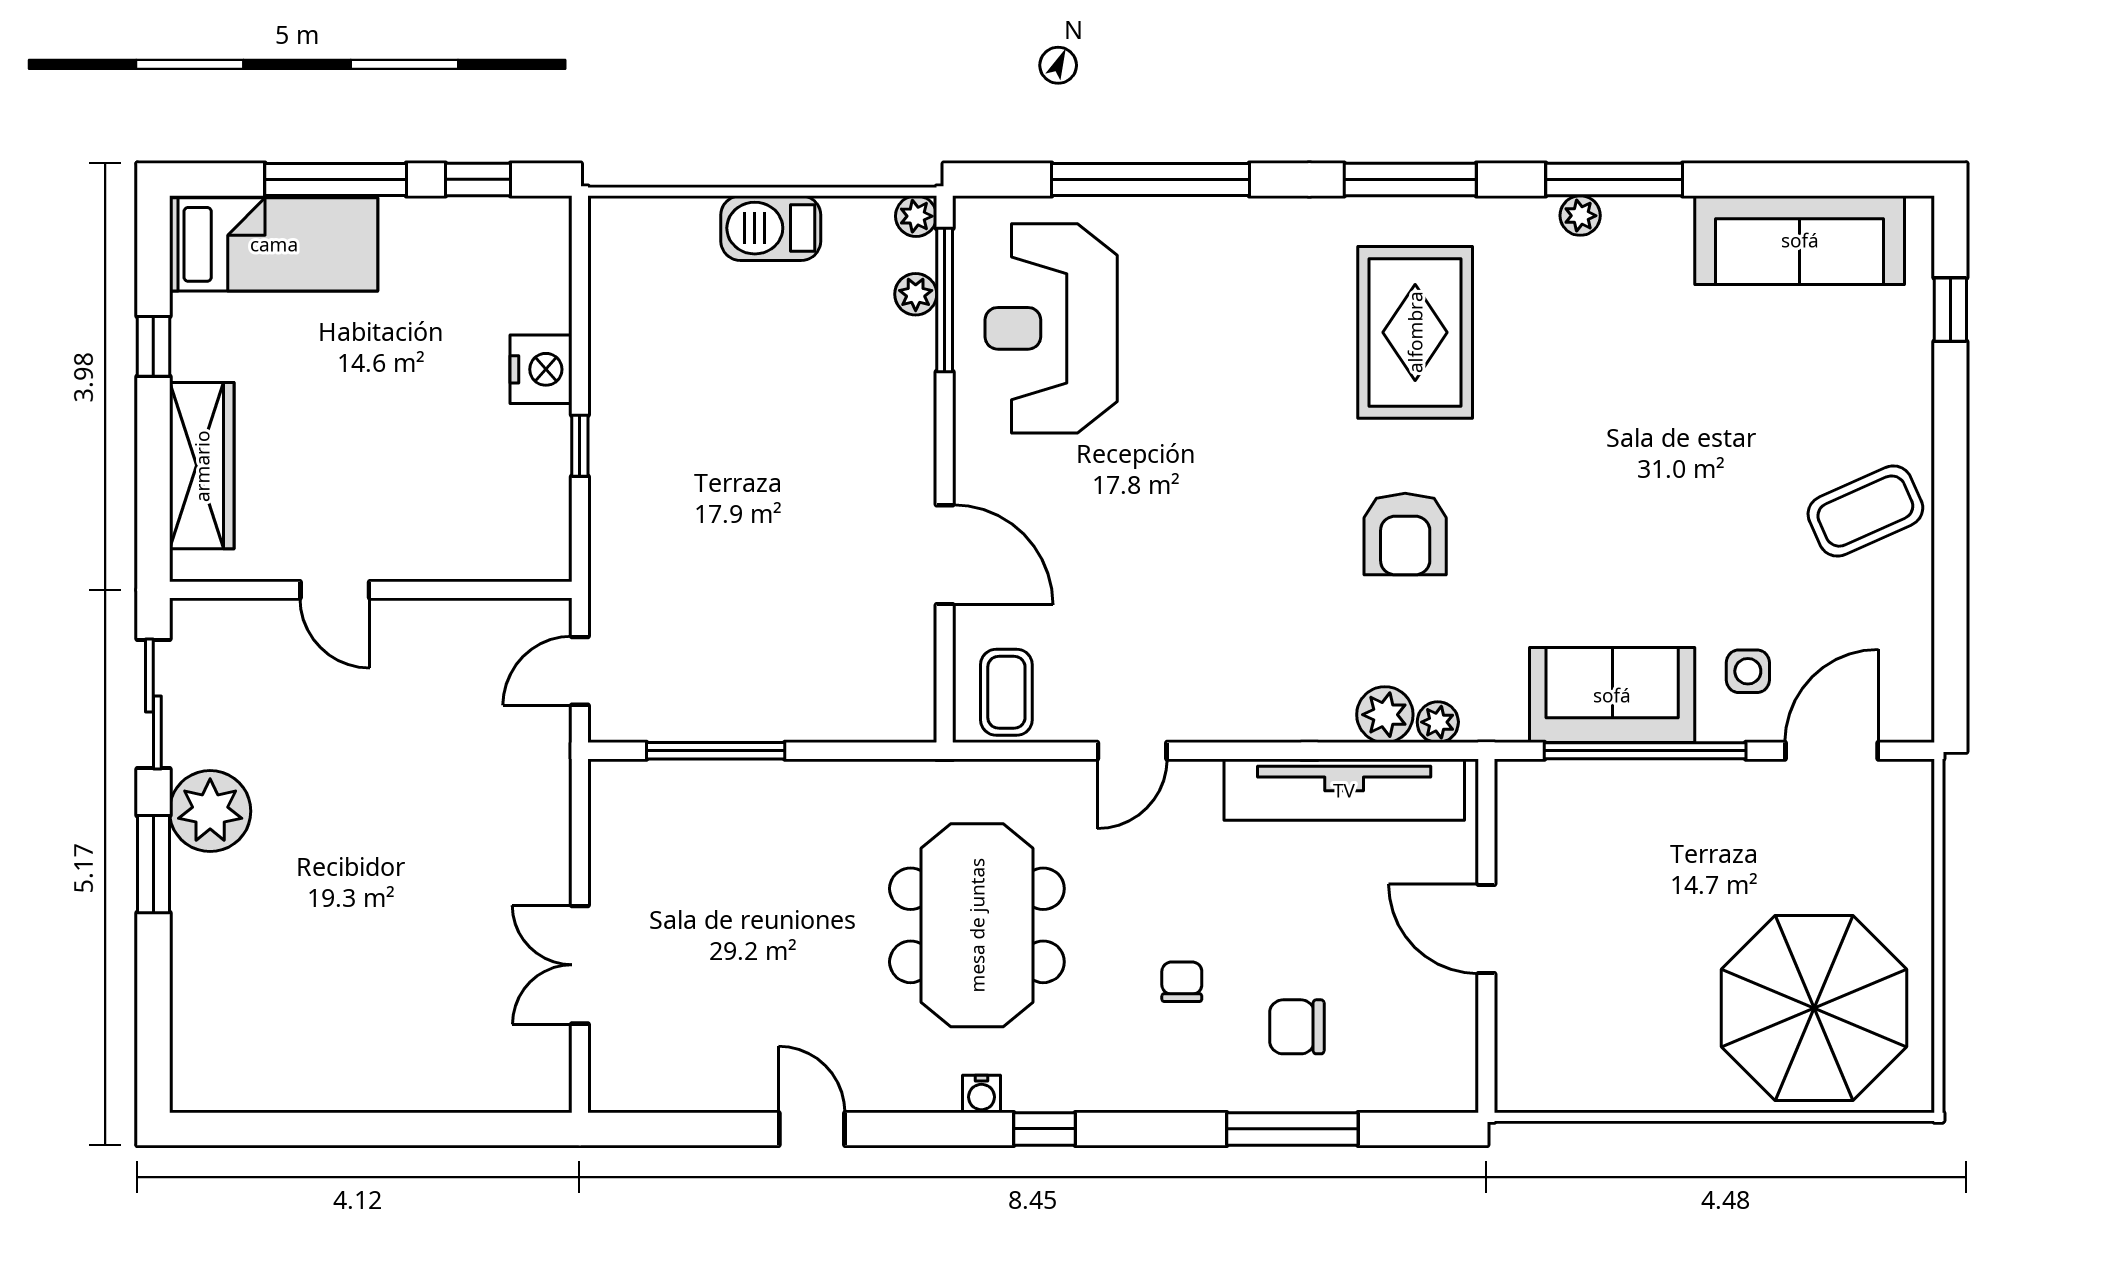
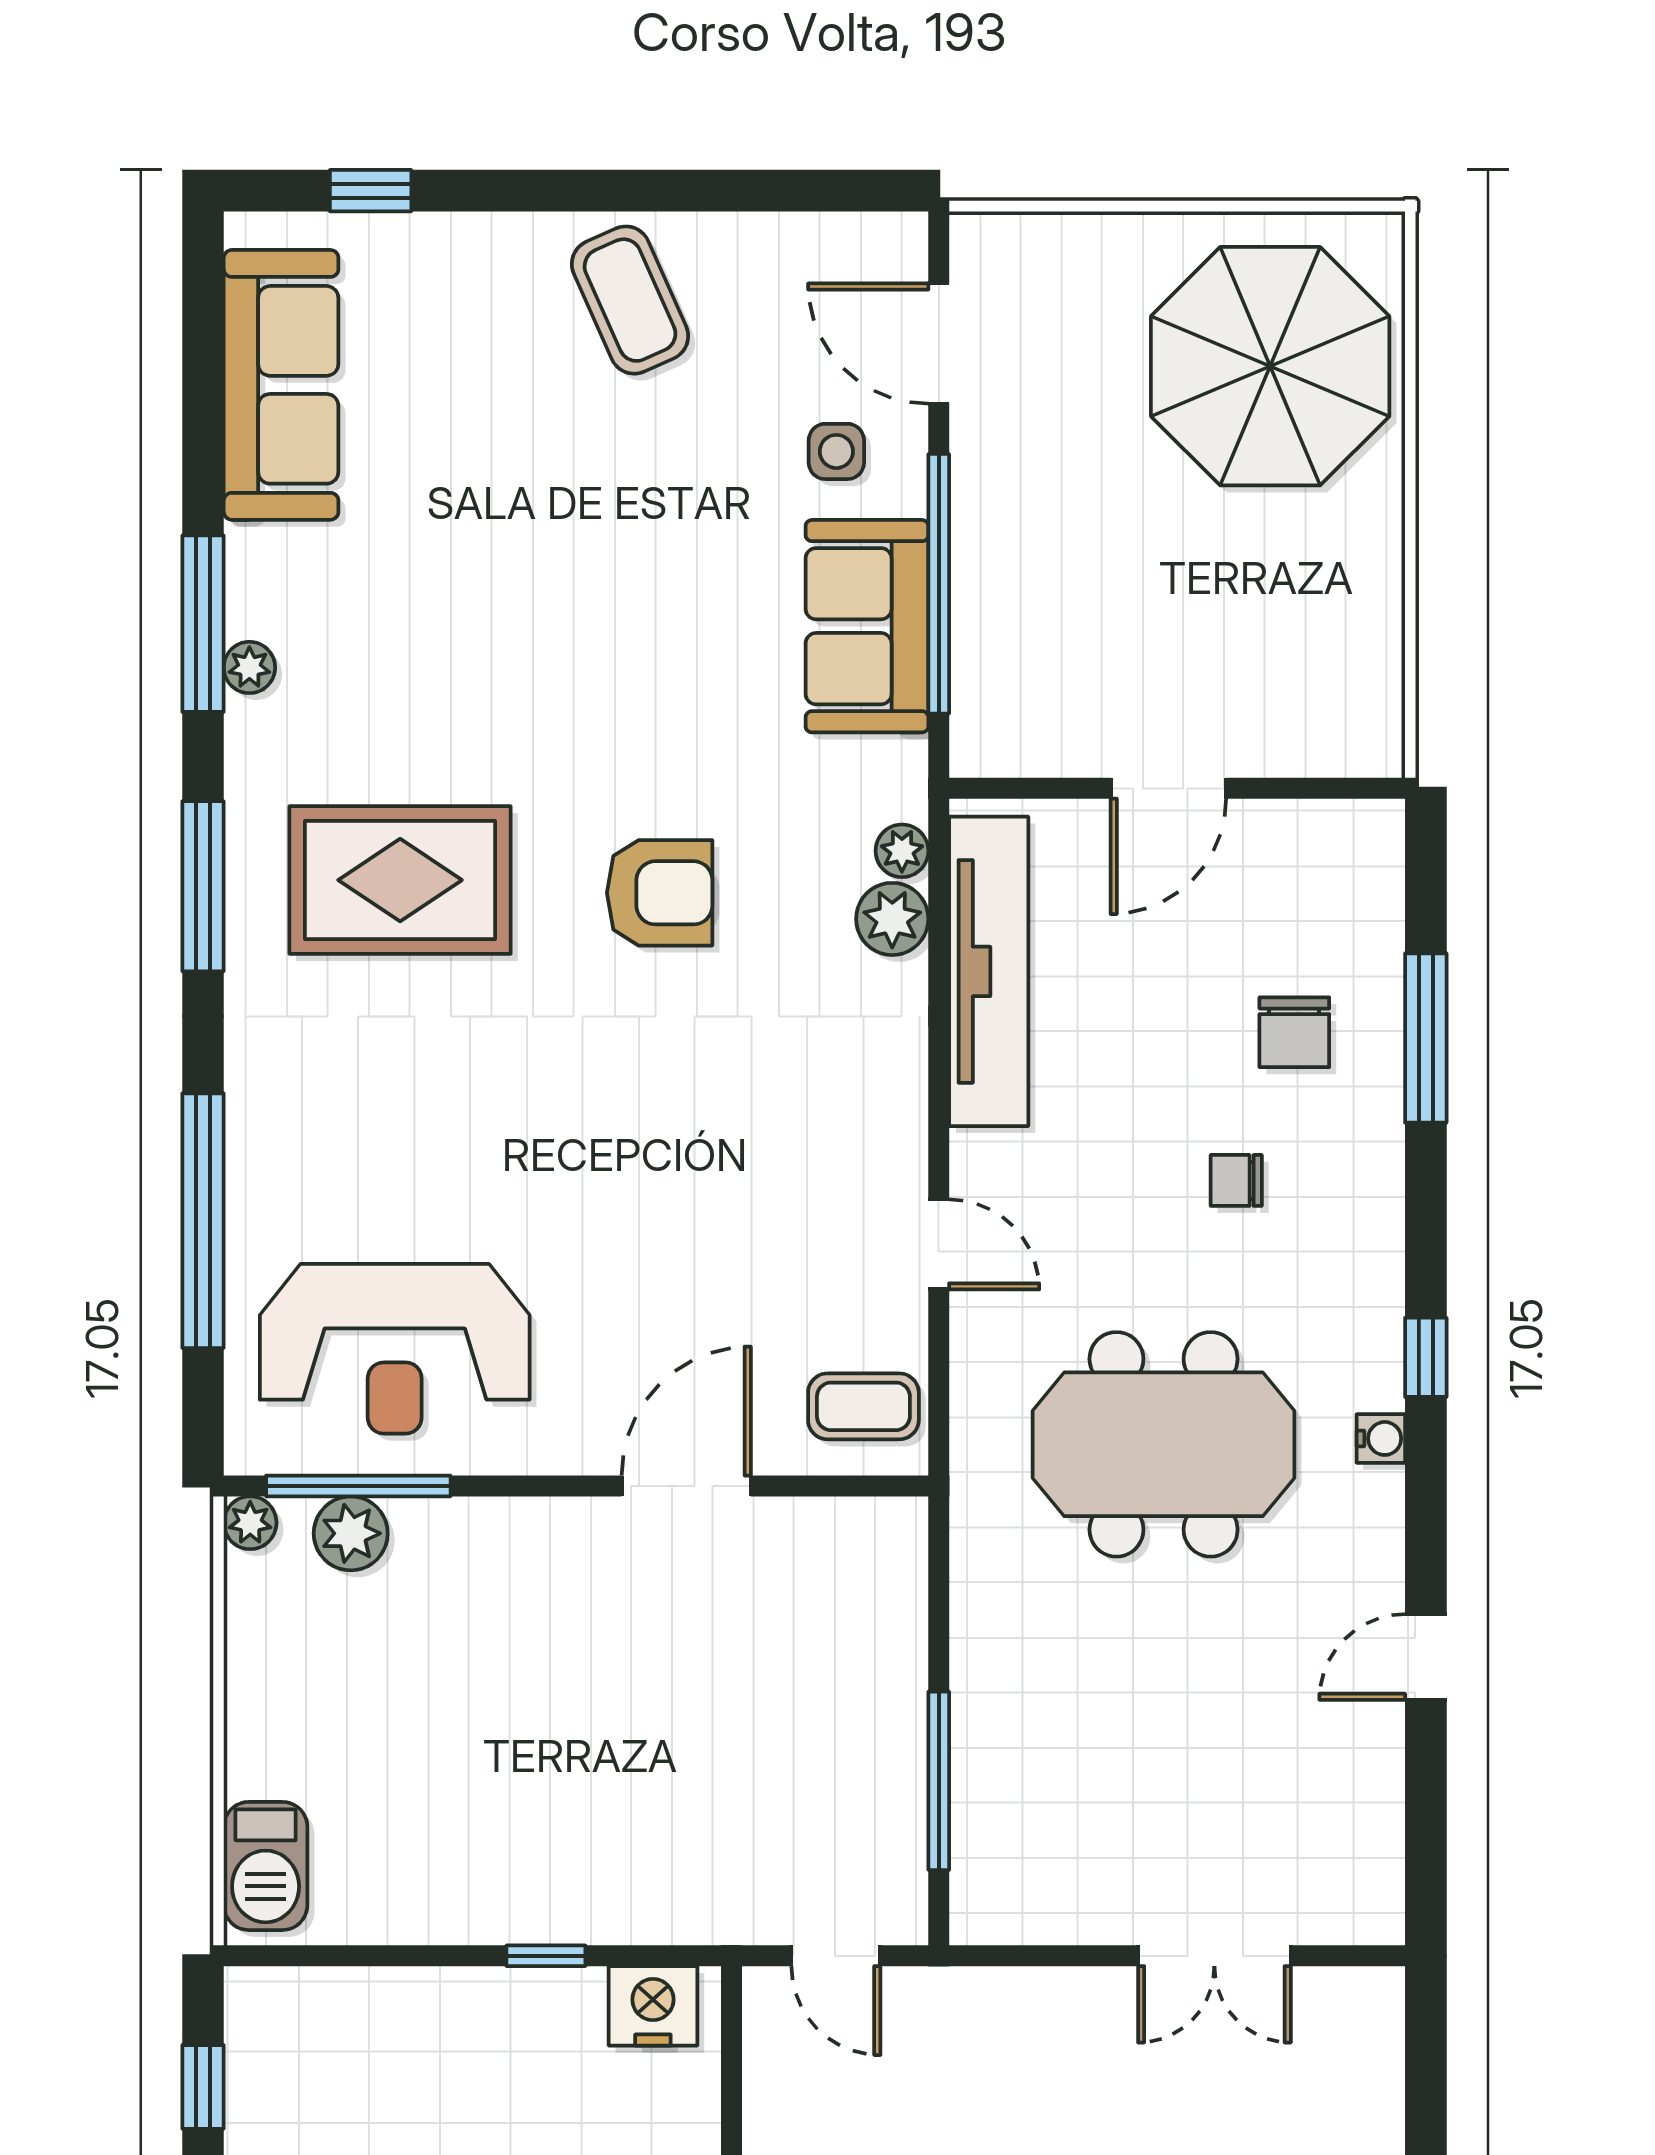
barbecue: (771, 228) -> (266, 1866), moved
plant: (916, 294) -> (351, 1533), width x1.38, depth x1.38
nightstand: (541, 369) -> (653, 2006), moved

